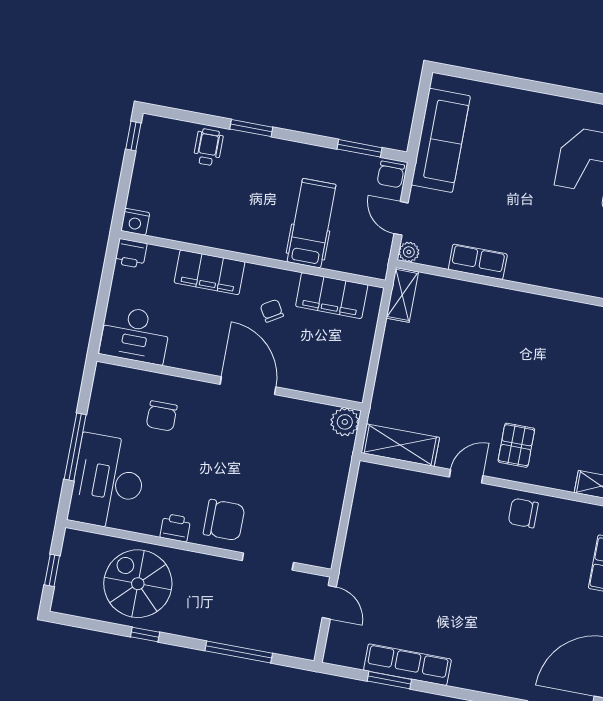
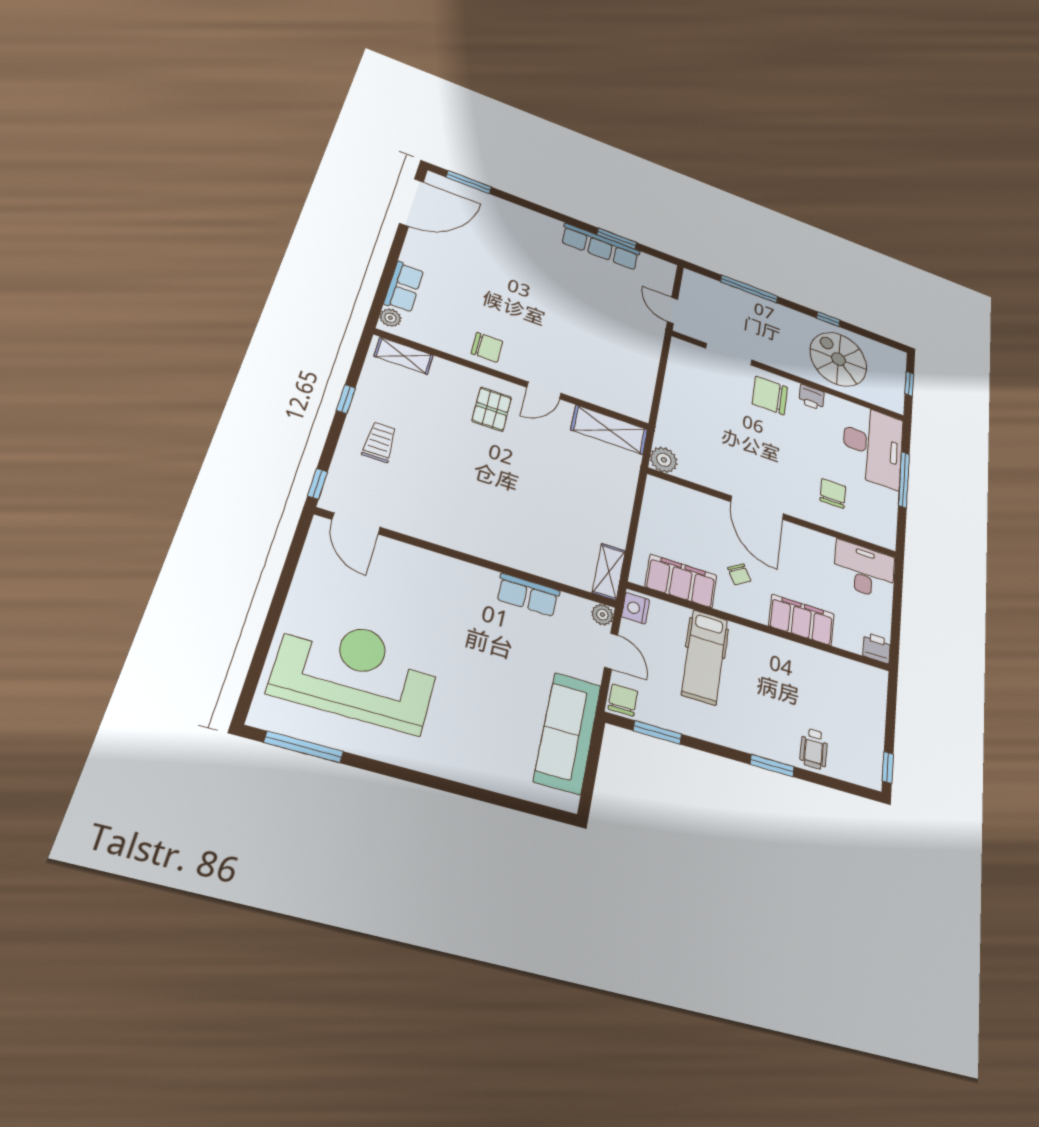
nightstand: (135, 222) -> (635, 608), moved, turned -90
spiral stairs: (138, 584) -> (838, 359), turned 180

